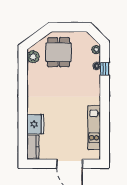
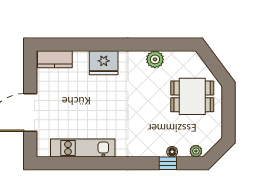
plant: (33, 57) -> (155, 59), moved
fridge: (35, 124) -> (104, 63), moved

